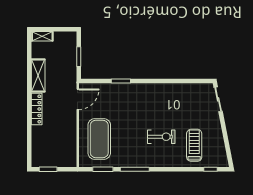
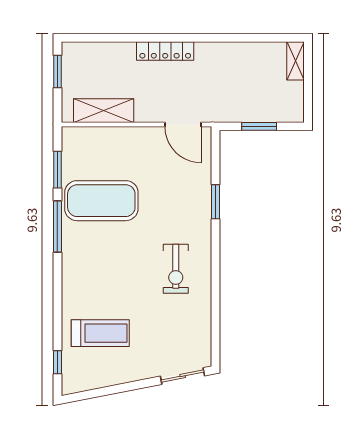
shelving: (38, 76) -> (104, 111), moved
exercise bike: (161, 137) -> (176, 269), moved
exercise mat: (99, 139) -> (101, 201), moved

